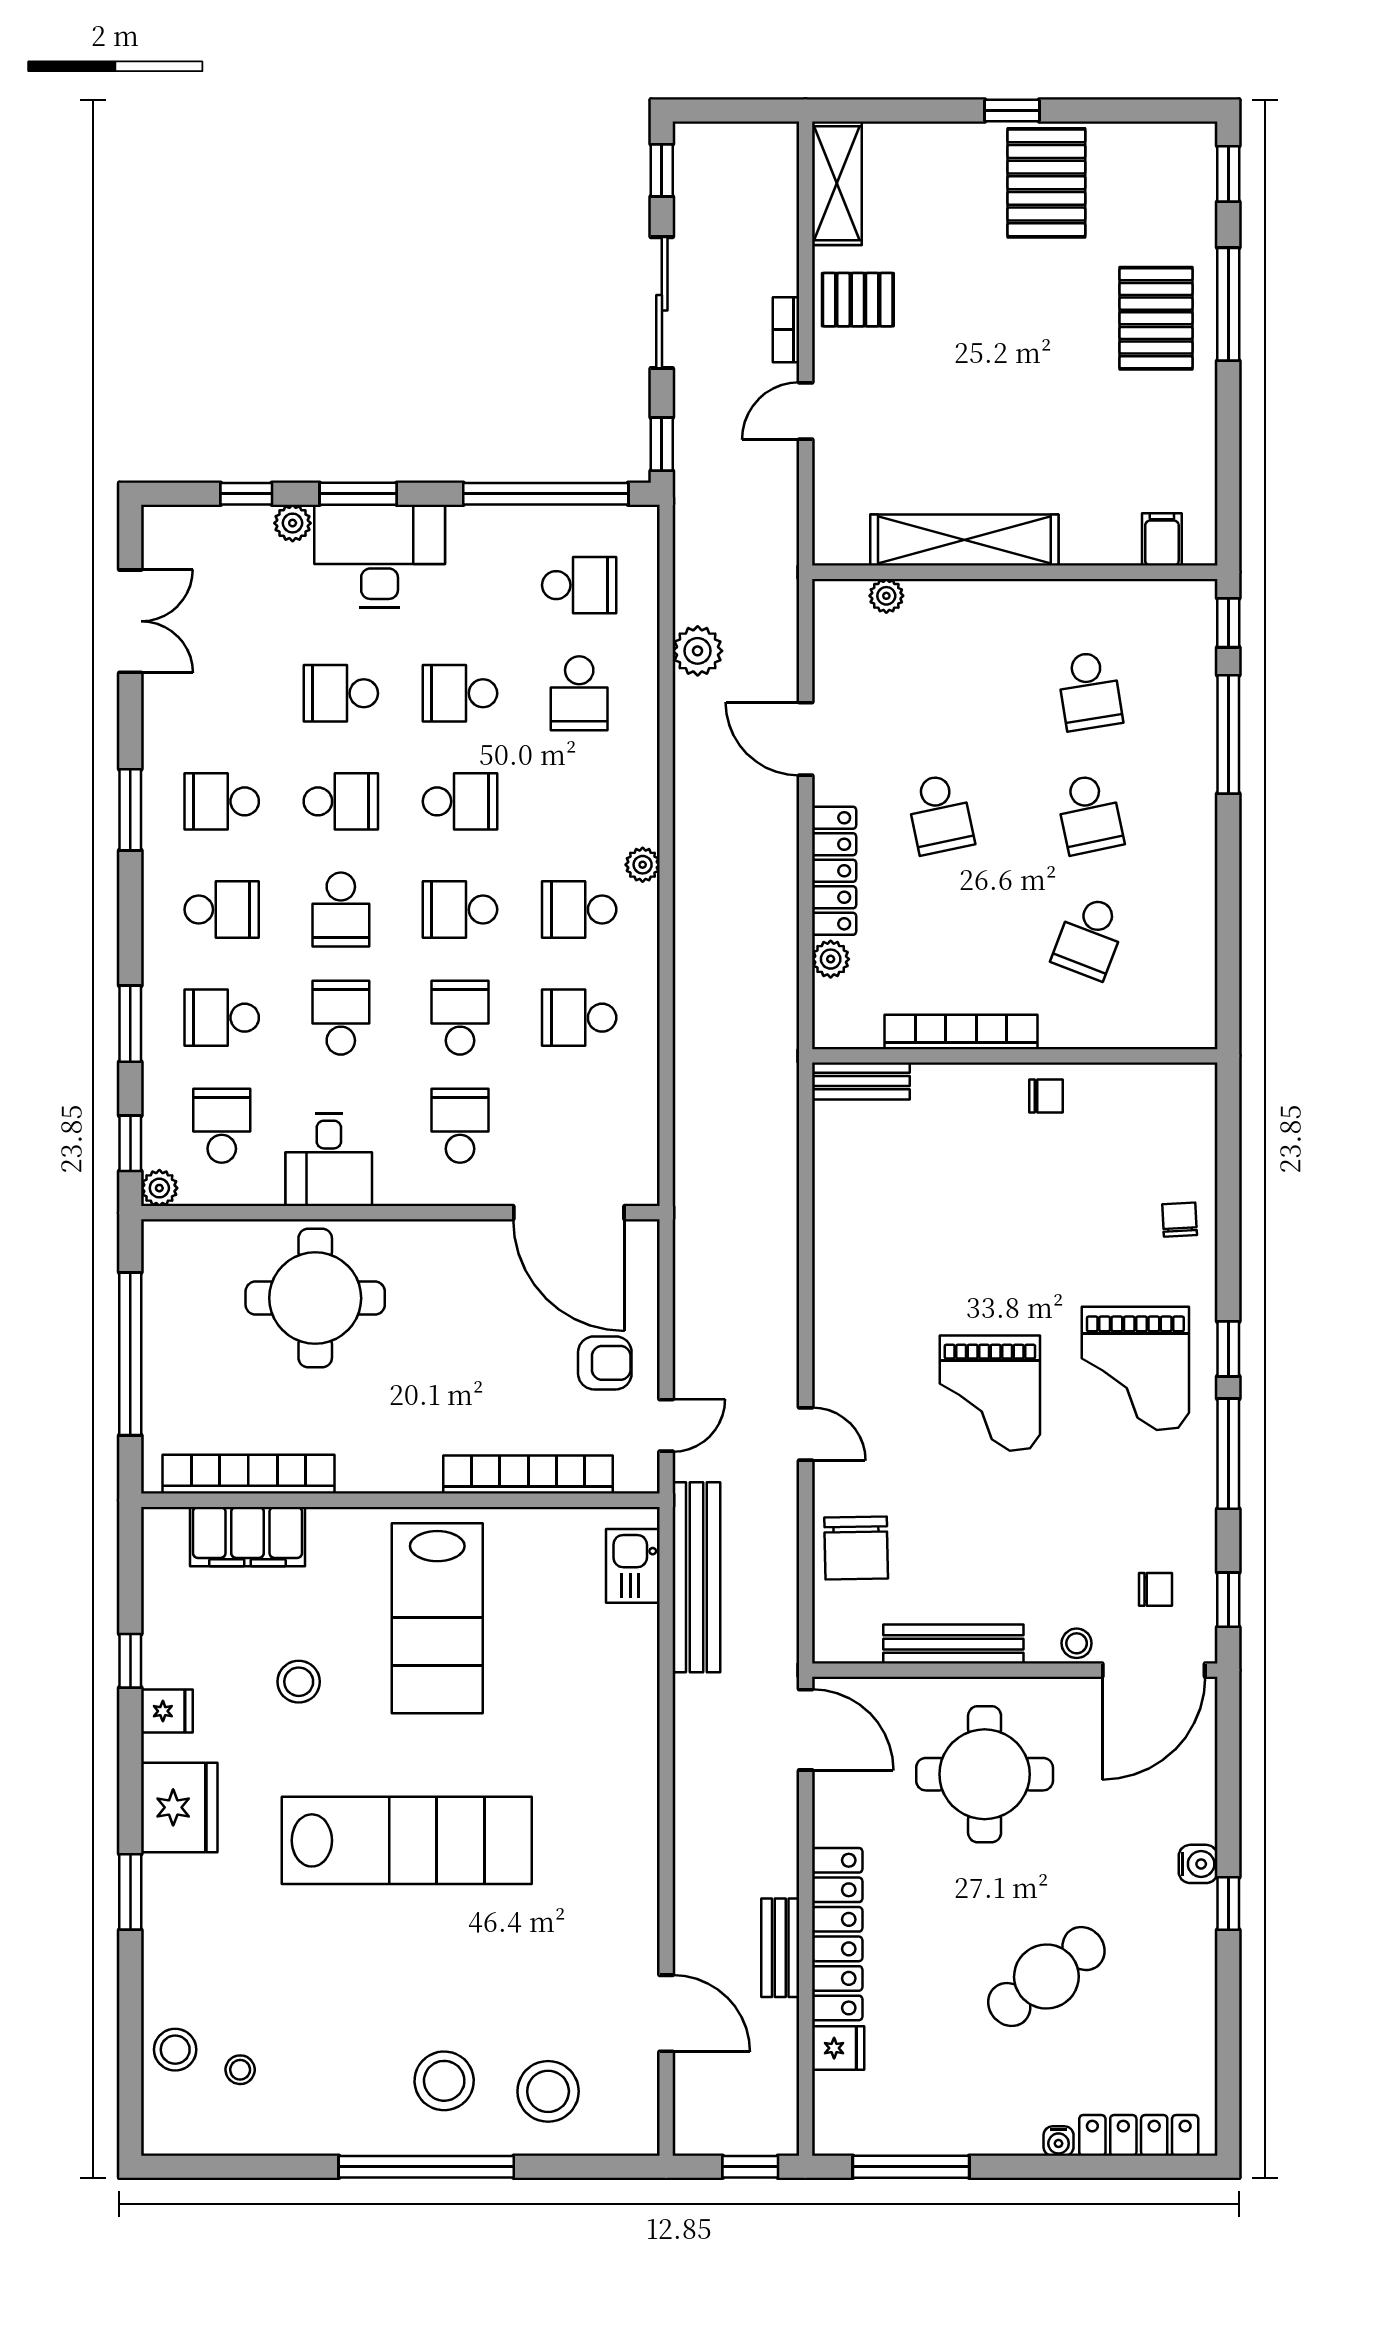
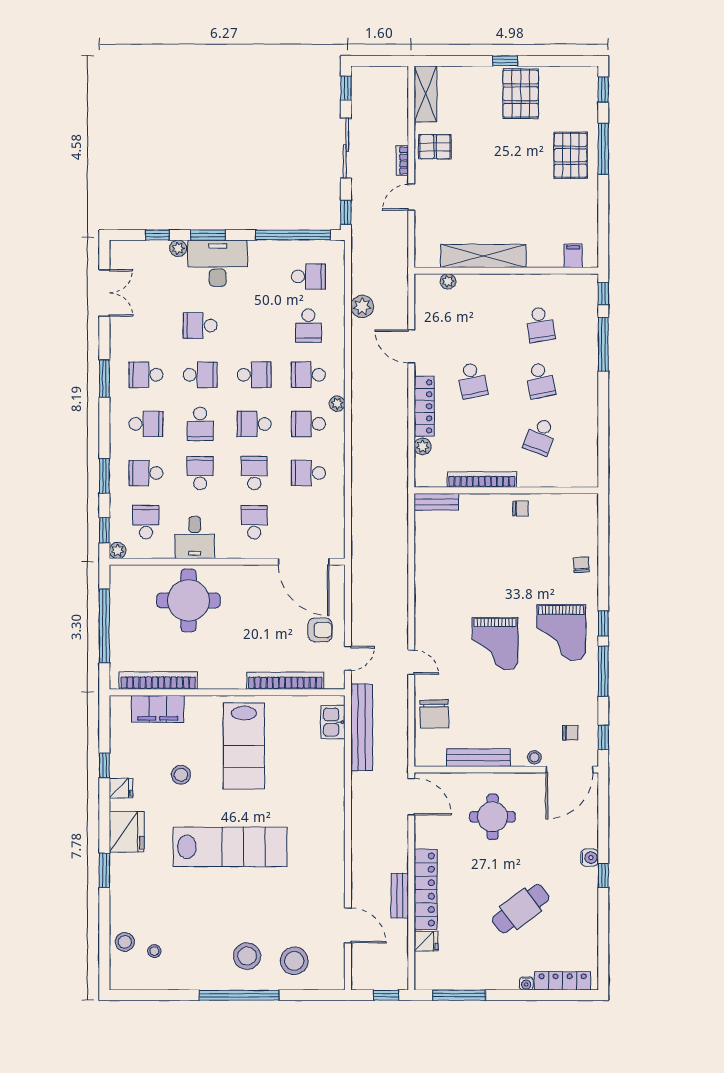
school desk: (460, 693) -> (308, 375), moved
round table: (985, 1774) -> (493, 817), width x0.73, depth x0.73

